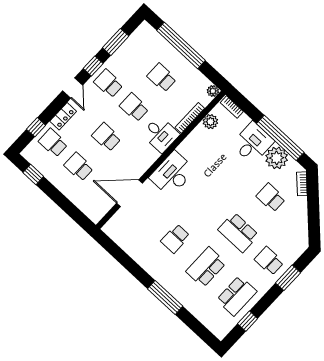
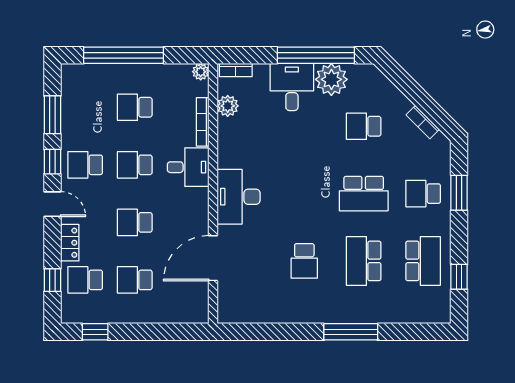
bookcase: (302, 184) -> (423, 122), moved

